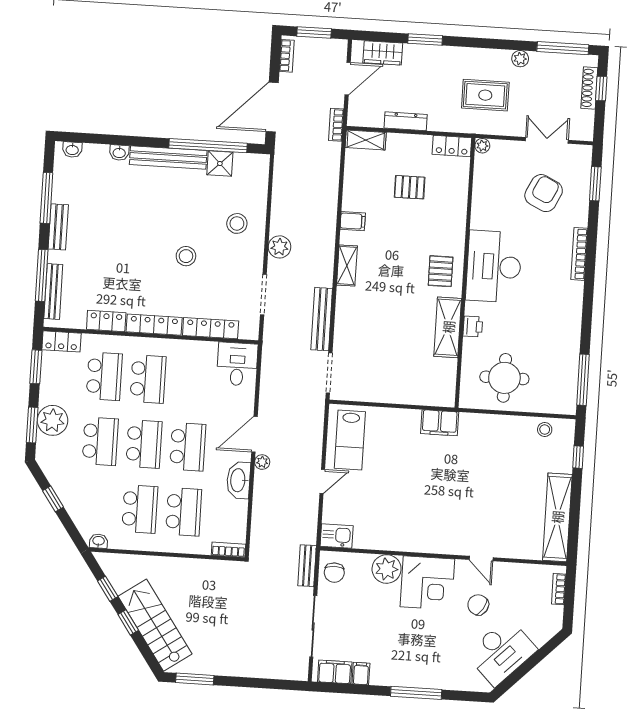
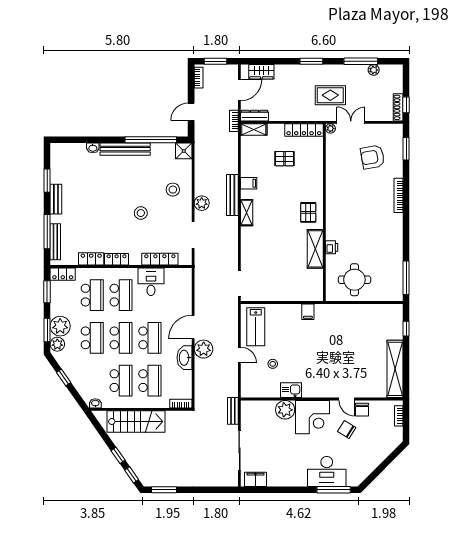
window: (425, 39) -> (311, 61), moved
window: (563, 48) -> (361, 61), moved
plant: (520, 59) -> (374, 70), moved
shoe rack: (589, 88) -> (398, 107), moved
window: (601, 89) -> (406, 105), moved
door: (272, 107) -> (191, 112), width x0.53
dresser: (406, 121) -> (255, 116), moved
double door: (547, 140) -> (351, 122), moved
locker: (452, 146) -> (304, 130), width x1.53
washbasin: (72, 150) -> (62, 148), removed
shower: (220, 164) -> (184, 151), moved
armchair: (544, 193) -> (373, 157), turned -126
window: (46, 198) -> (47, 181), width x0.69
desk: (494, 267) -> (343, 207), removed
bench: (322, 319) -> (232, 195), moved
locker: (154, 325) -> (117, 259), width x0.66
desk: (237, 364) -> (151, 282), moved
filing cabinet: (440, 423) -> (308, 312), width x0.50
stool: (545, 430) -> (273, 364), moved
plant: (46, 448) -> (57, 344), added
plant: (262, 462) -> (204, 349), width x1.88, depth x1.88
door: (322, 481) -> (239, 355), hinge flipped
kitchen sink: (337, 536) -> (291, 390), moved
chair: (334, 573) -> (362, 410), moved
window: (108, 589) -> (132, 475), moved
stairs: (155, 625) -> (136, 421), moved, turned 125
desk: (501, 652) -> (327, 471), moved, turned 45
filing cabinet: (361, 674) -> (273, 479), removed
window: (416, 693) -> (334, 490), moved

